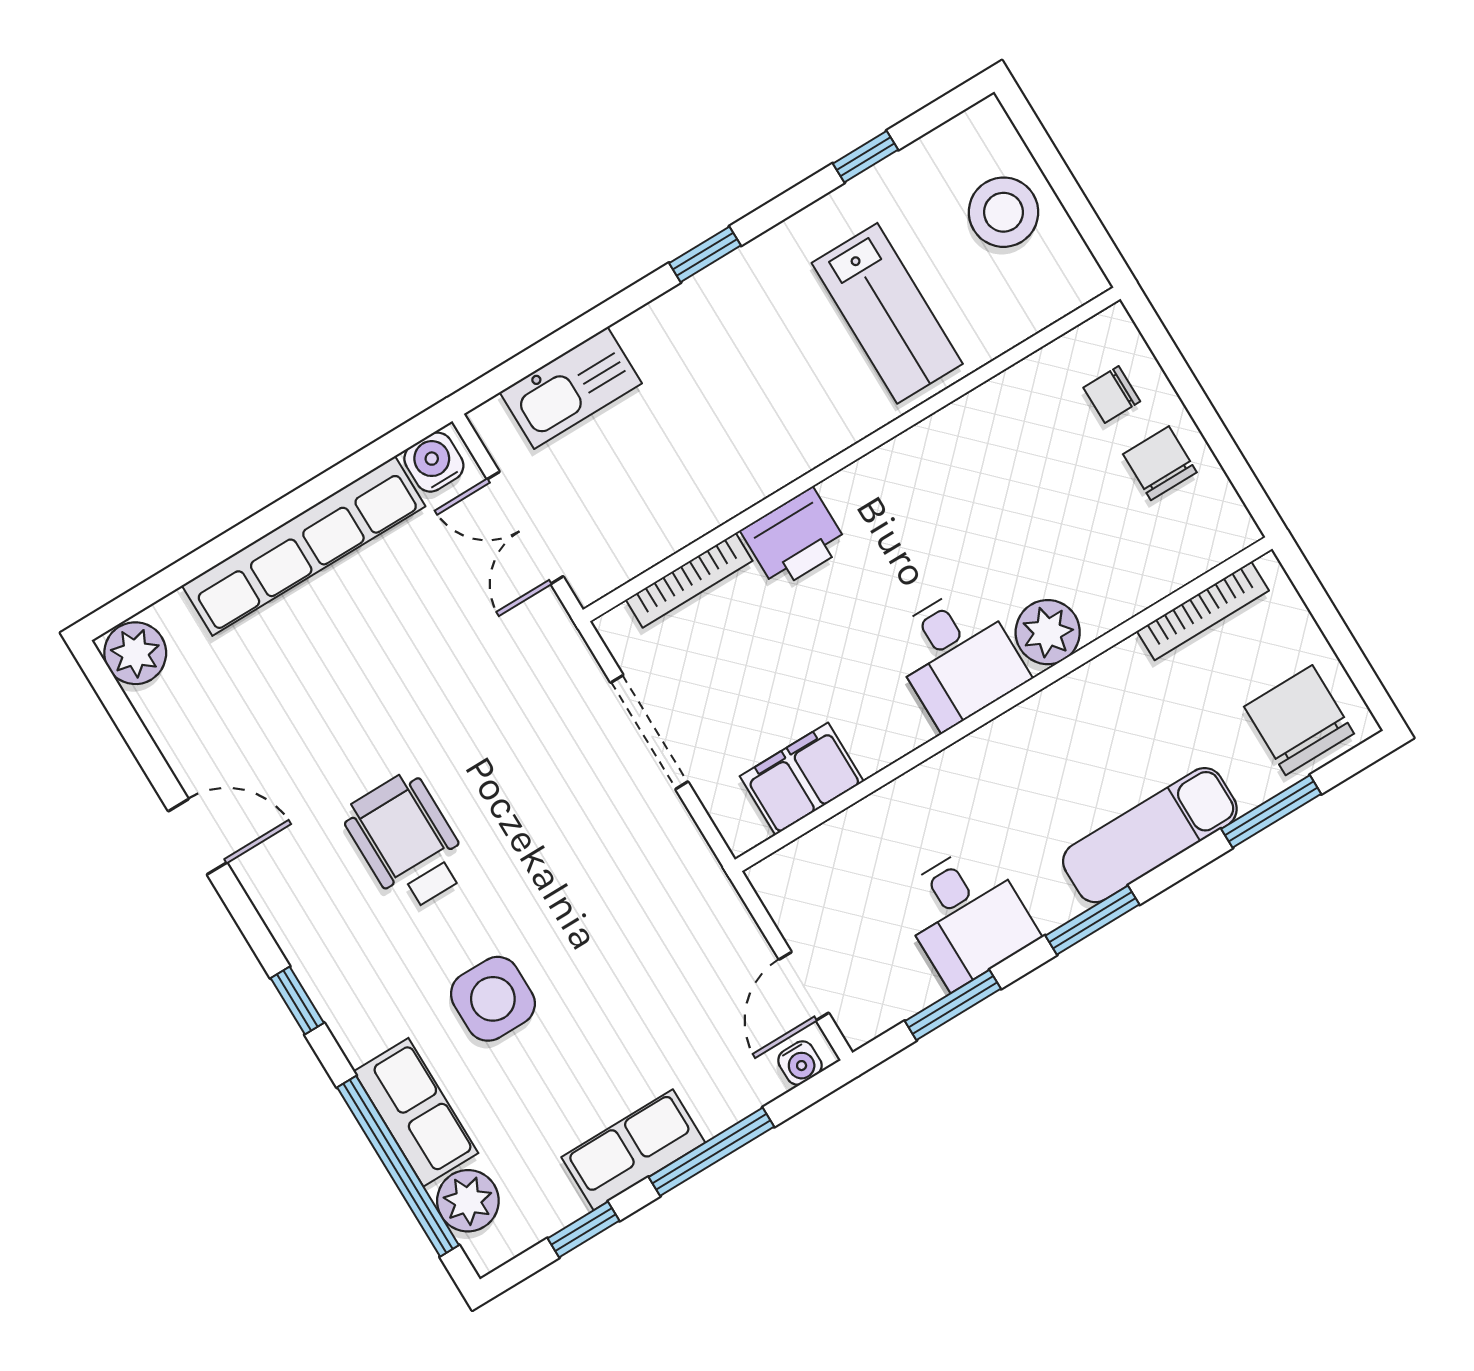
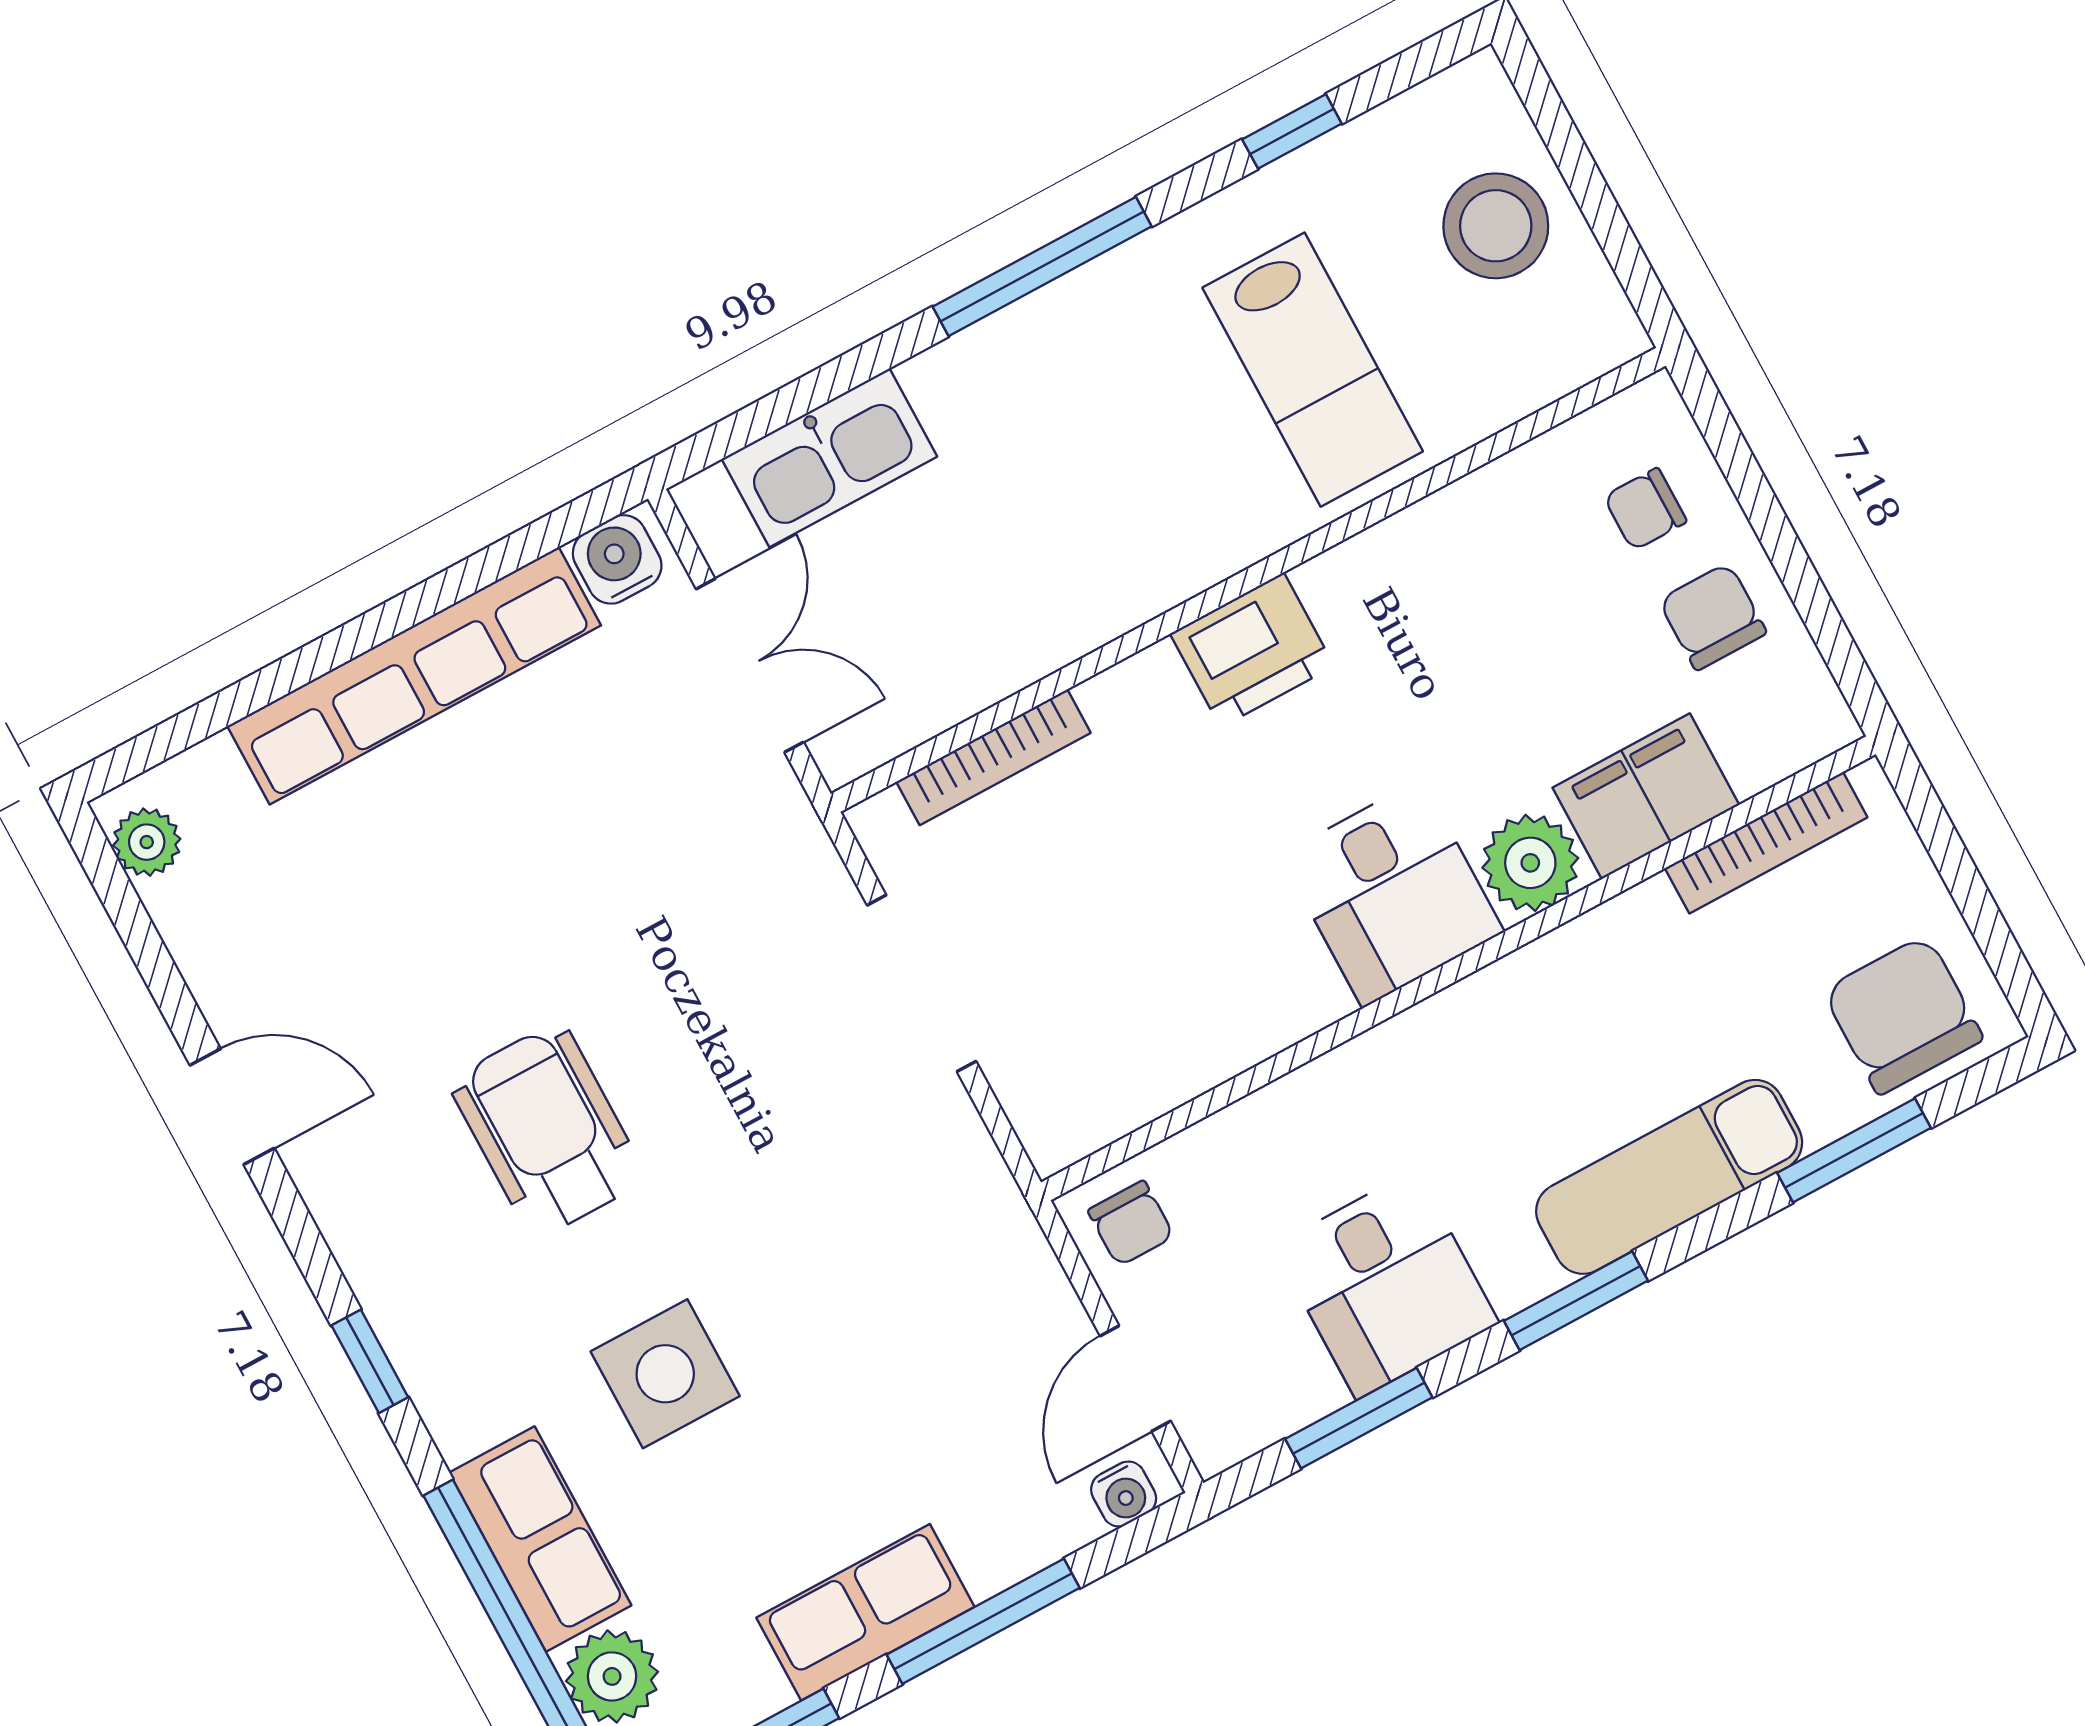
window: (705, 254) -> (1042, 267), width x2.17
double door: (525, 528) -> (750, 666), swing flipped
printer: (794, 538) -> (1252, 650), moved
plant: (135, 653) -> (147, 842), width x0.73, depth x0.73
filing cabinet: (802, 779) -> (1646, 796), moved
chair: (796, 884) -> (1131, 1223), added

